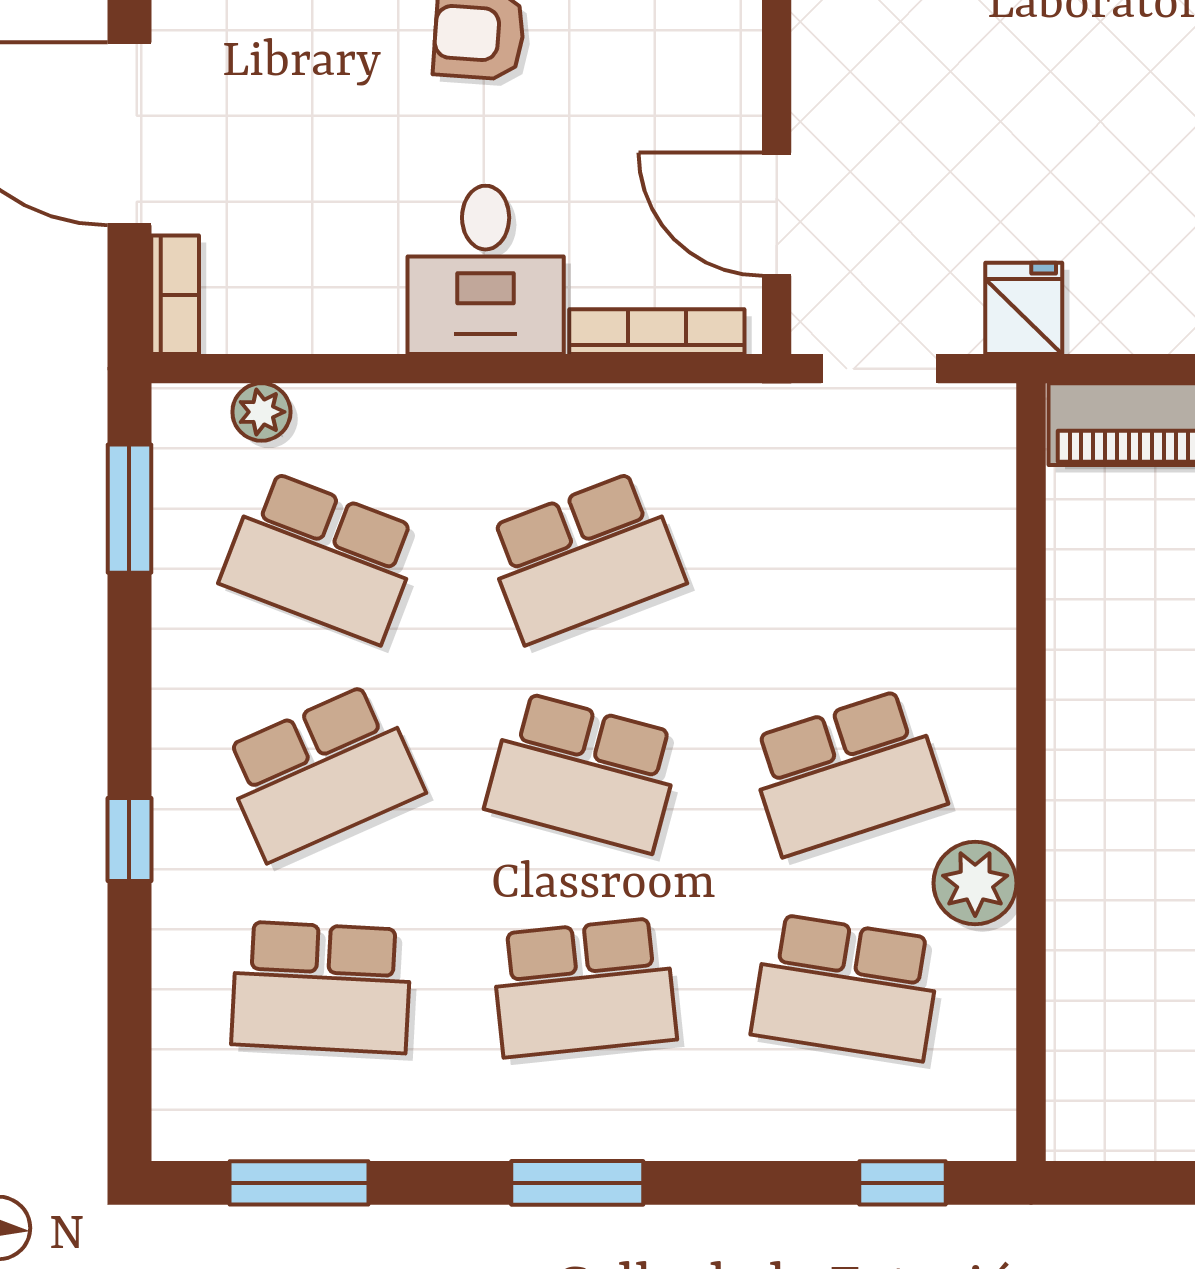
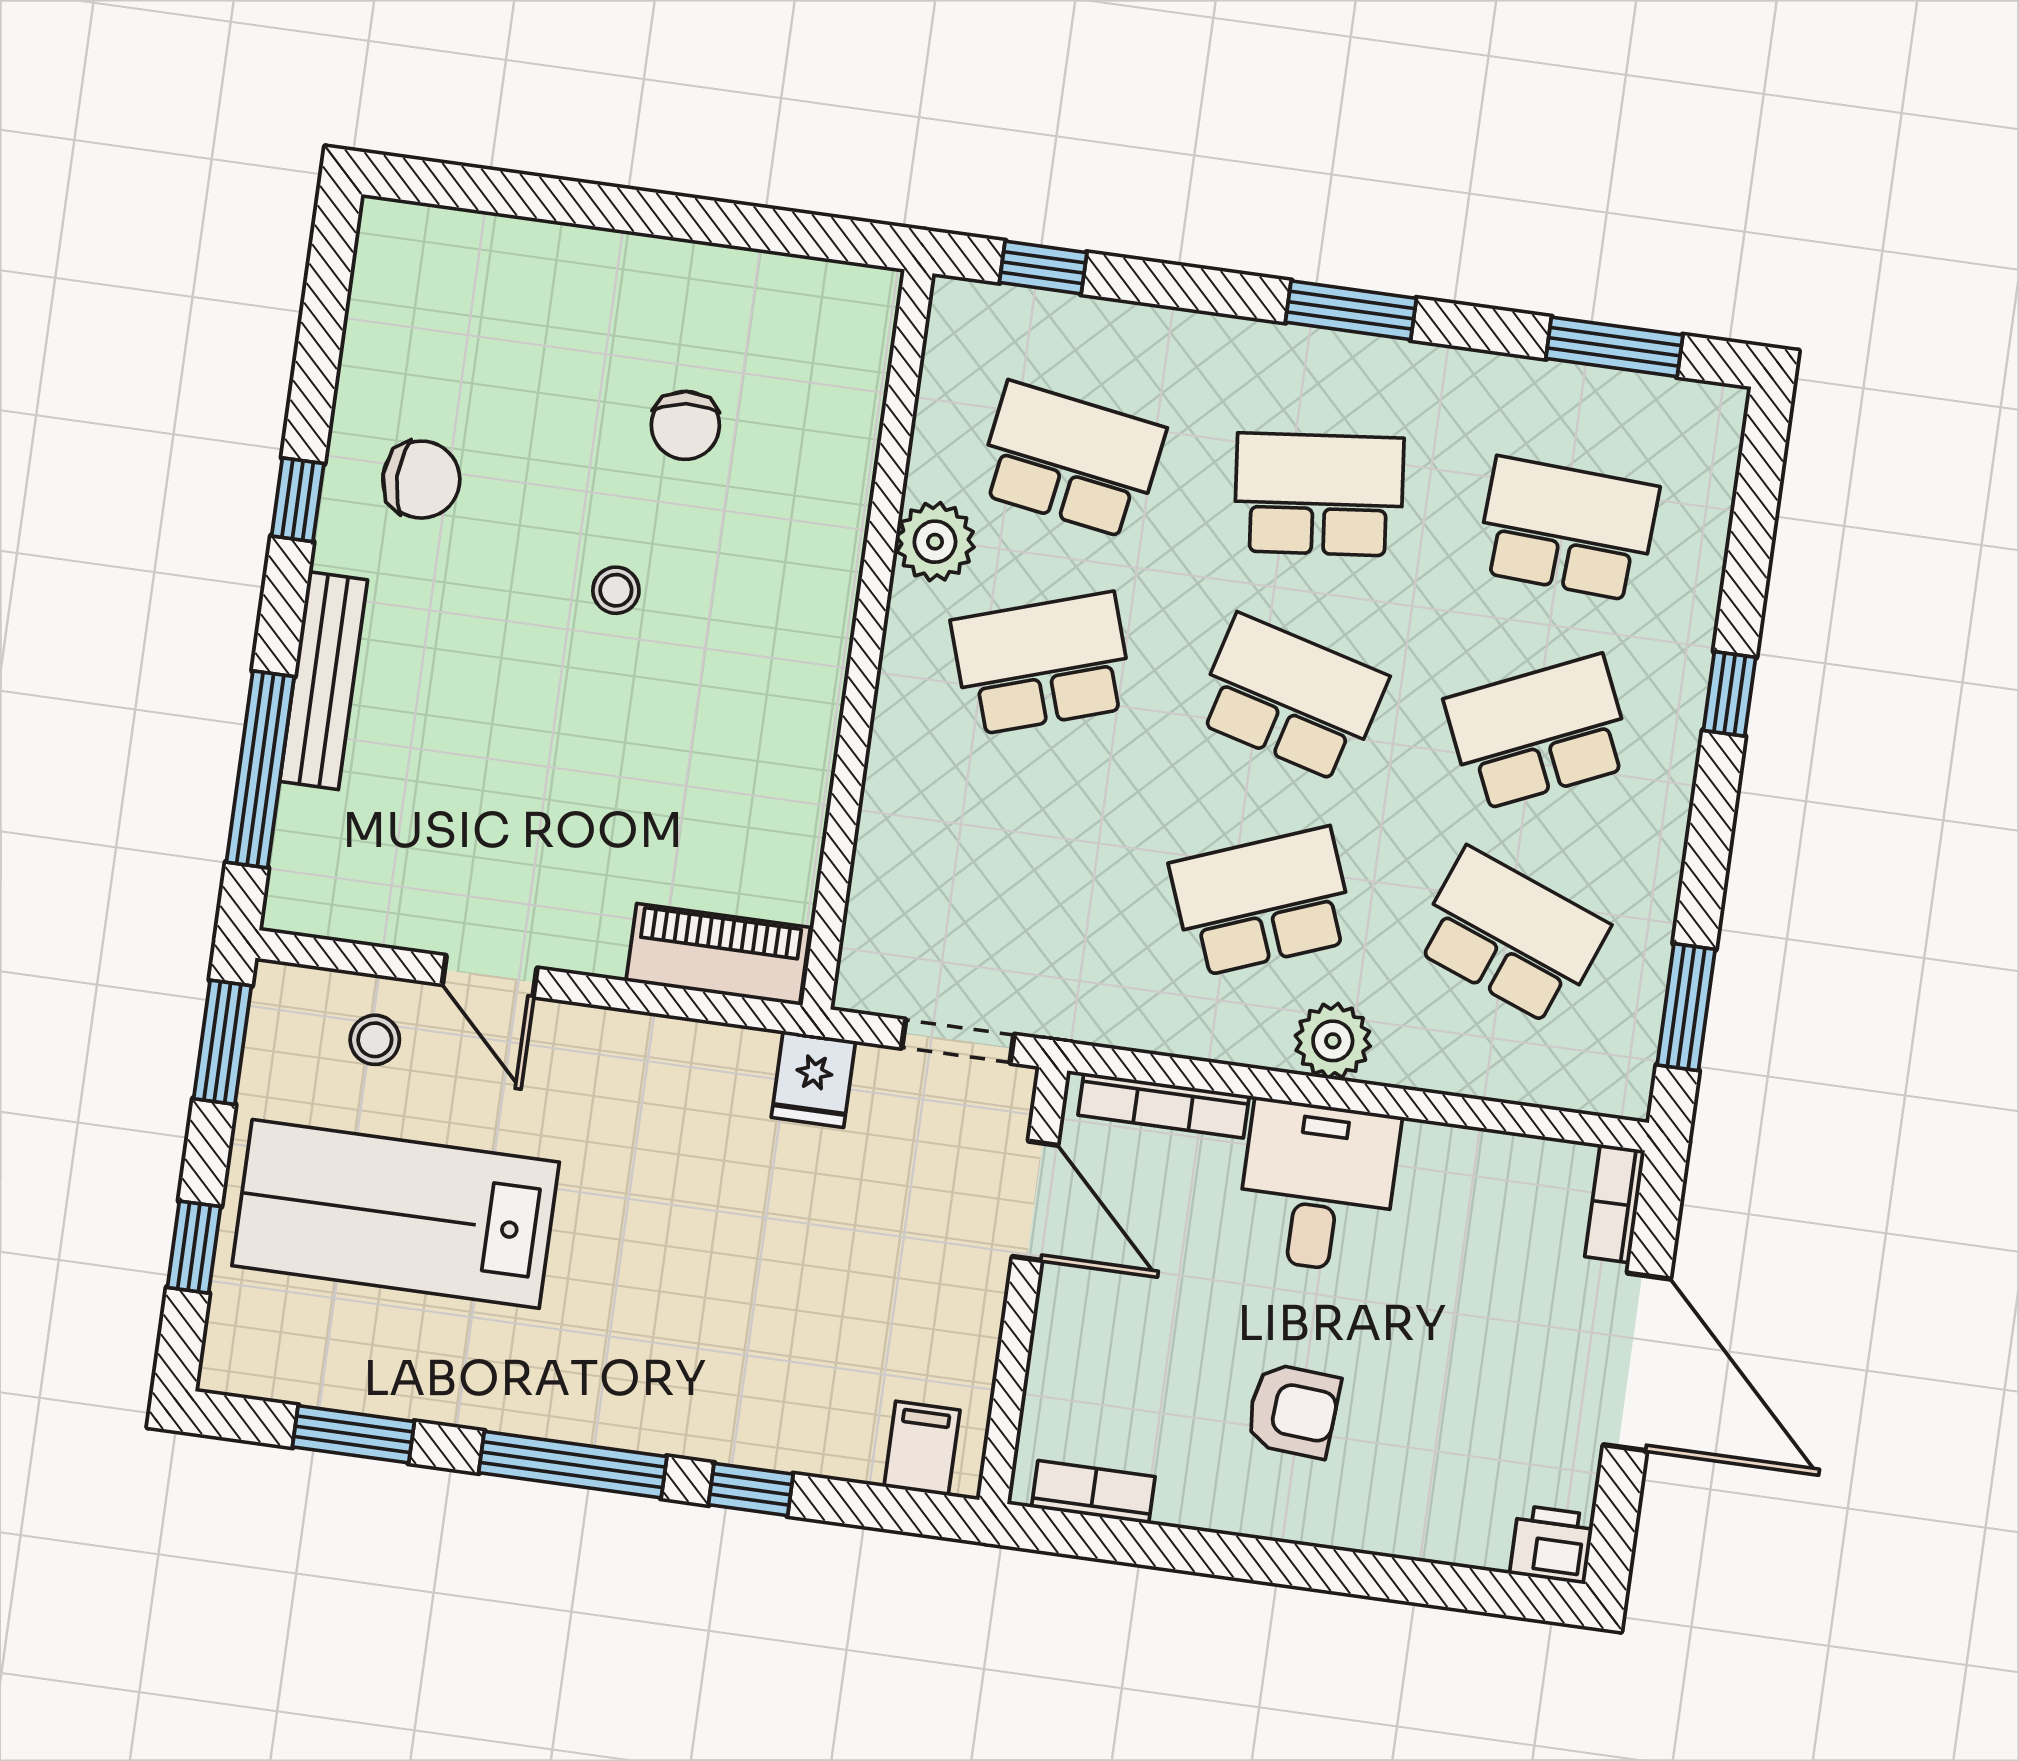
plant: (261, 412) -> (1333, 1041), moved, width x1.38, depth x1.38

